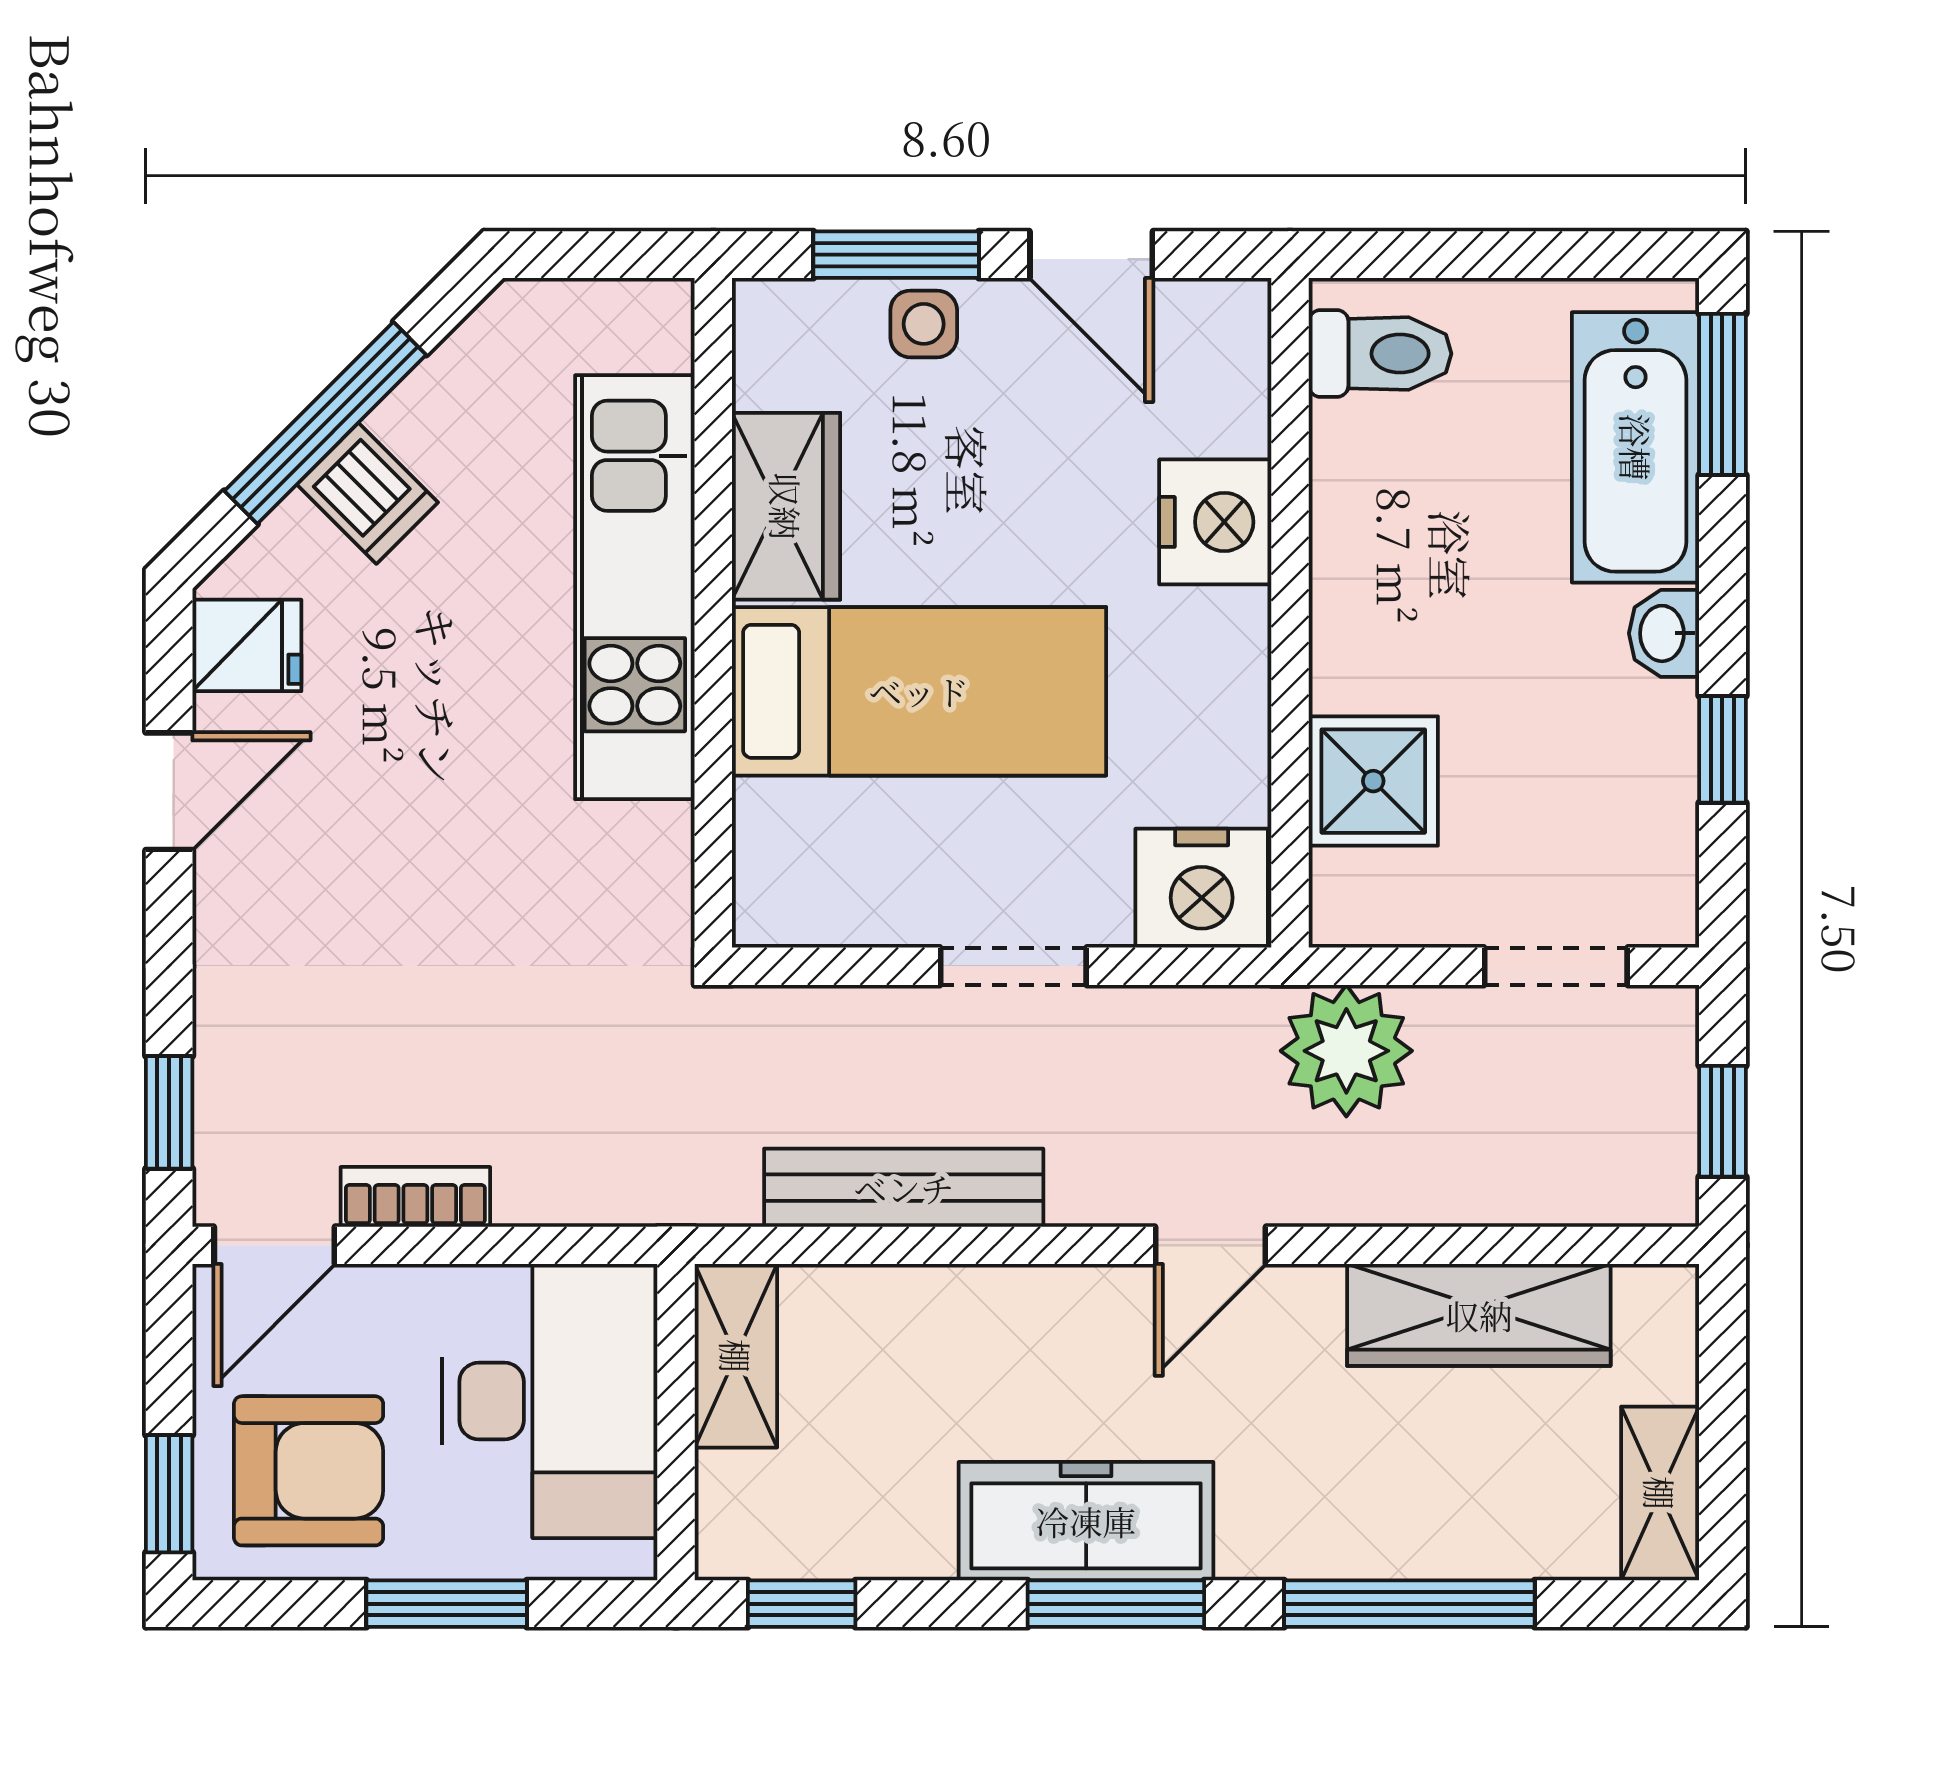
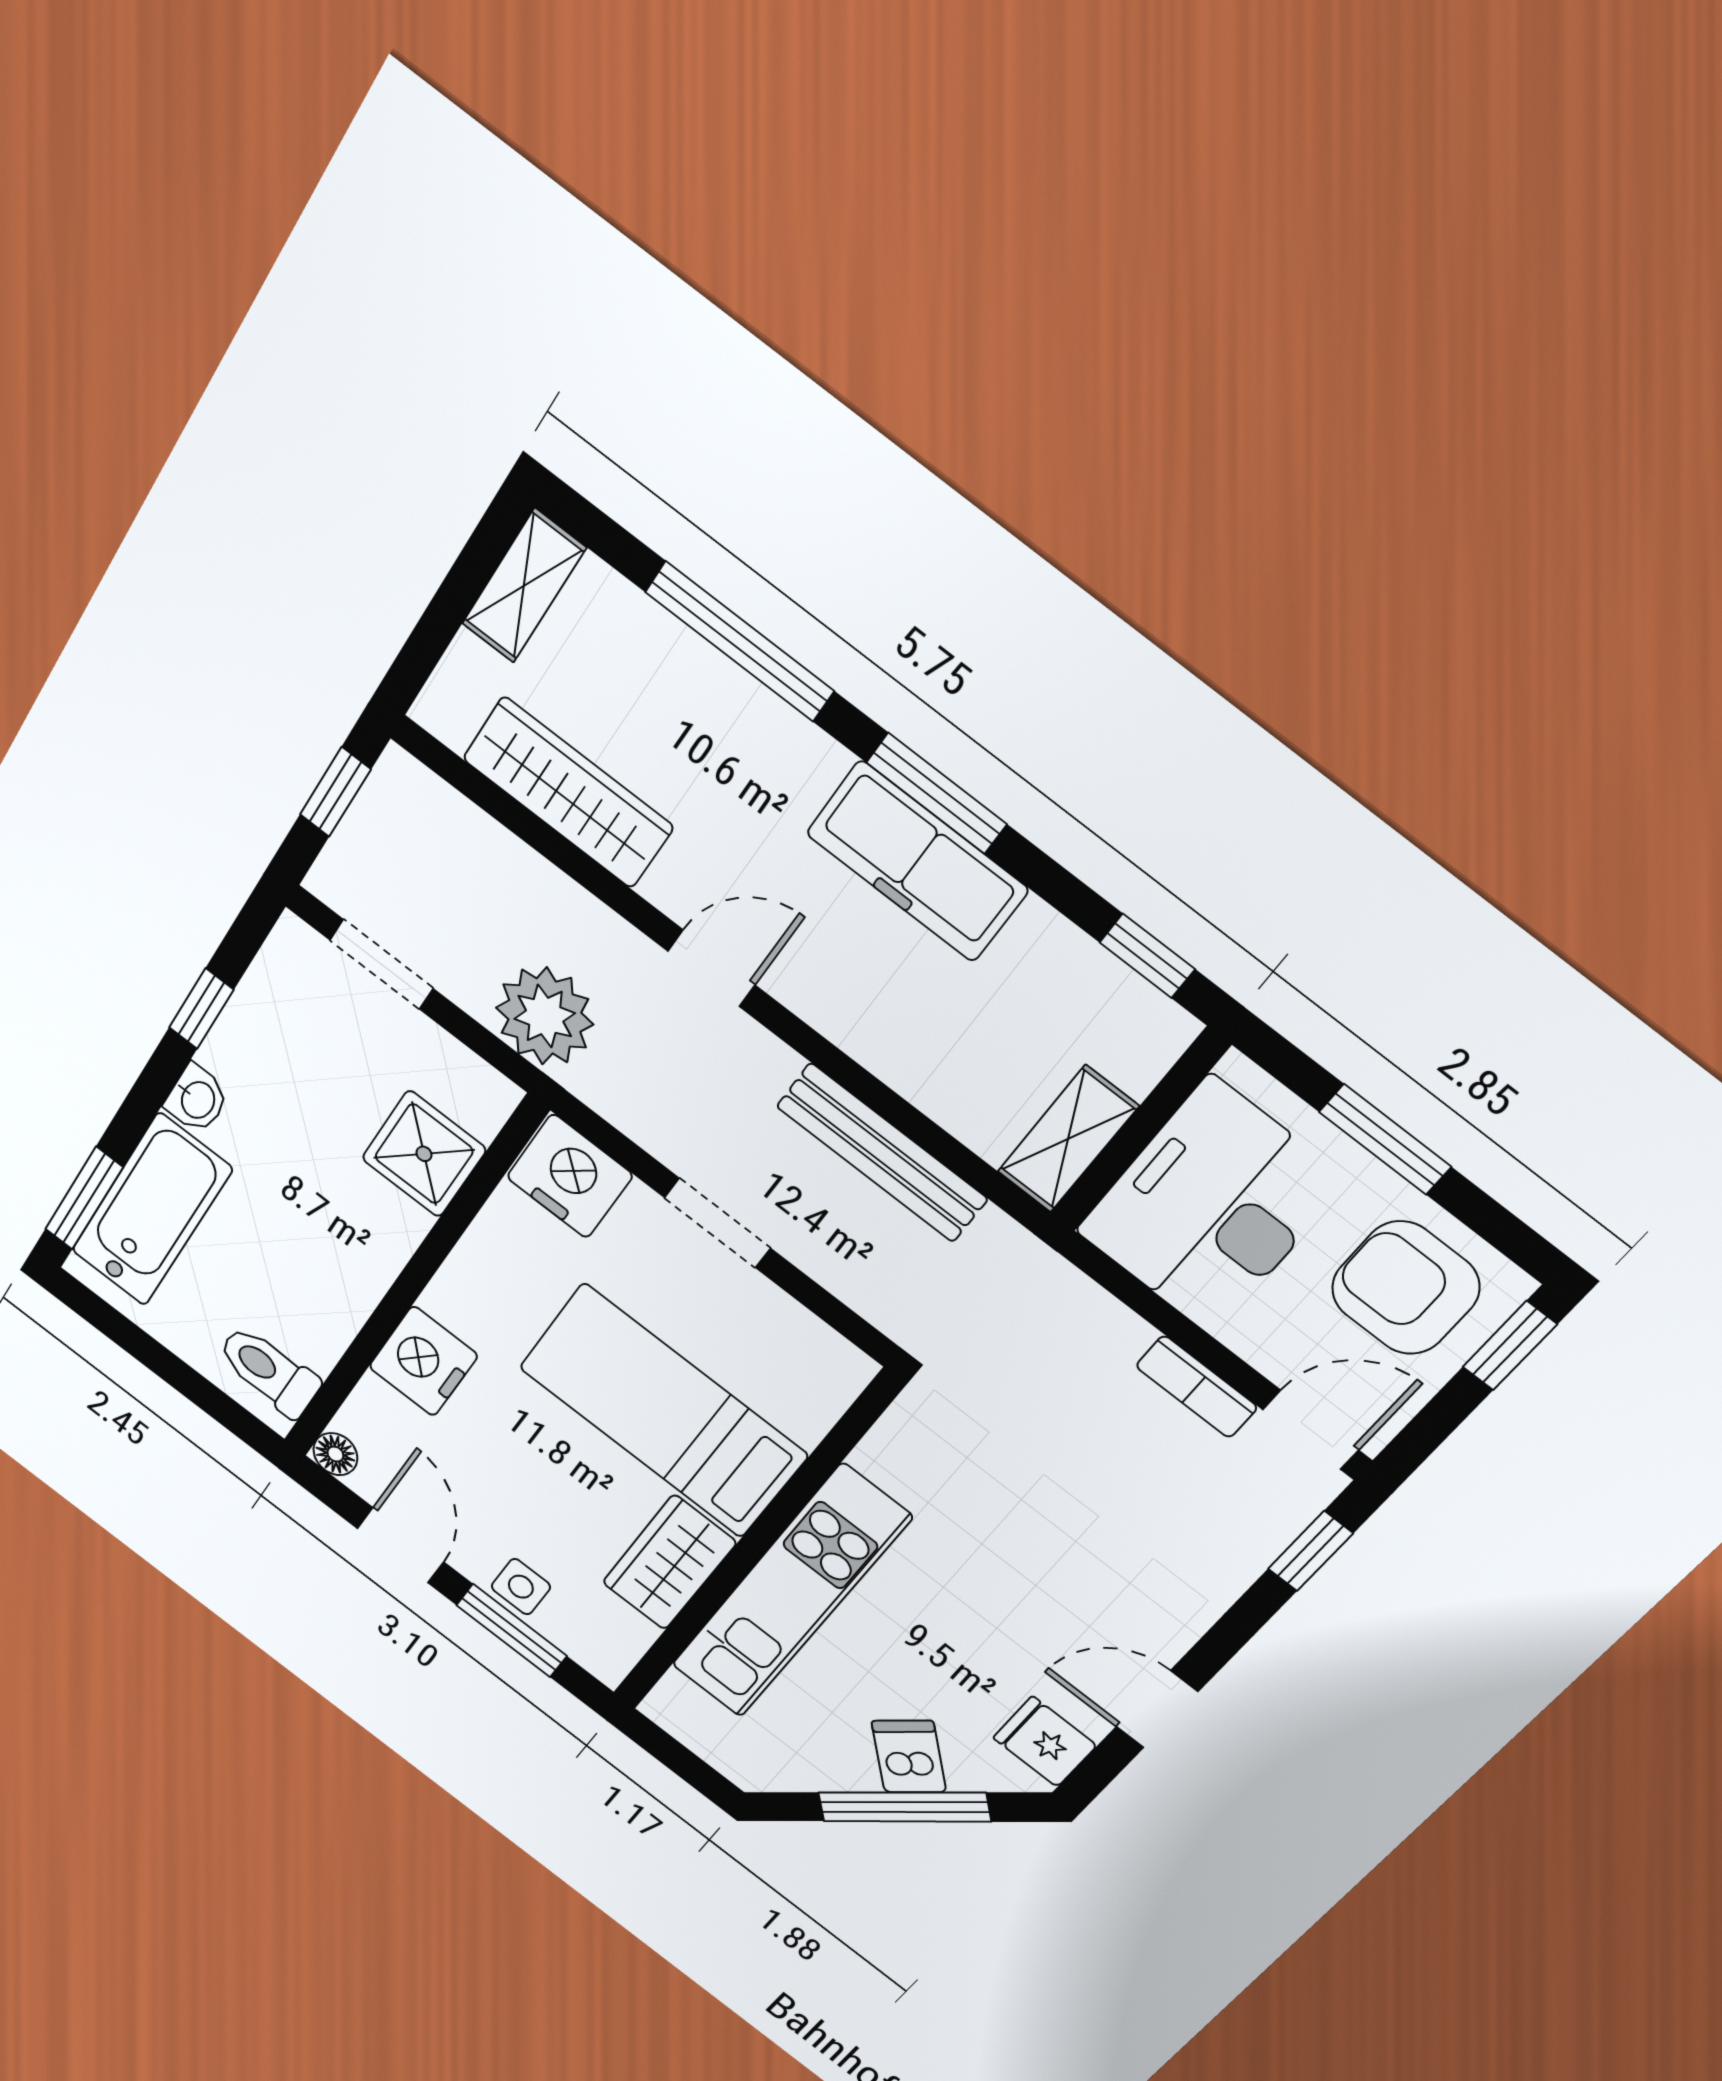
floor lamp: (1239, 310) -> (335, 1454), added

